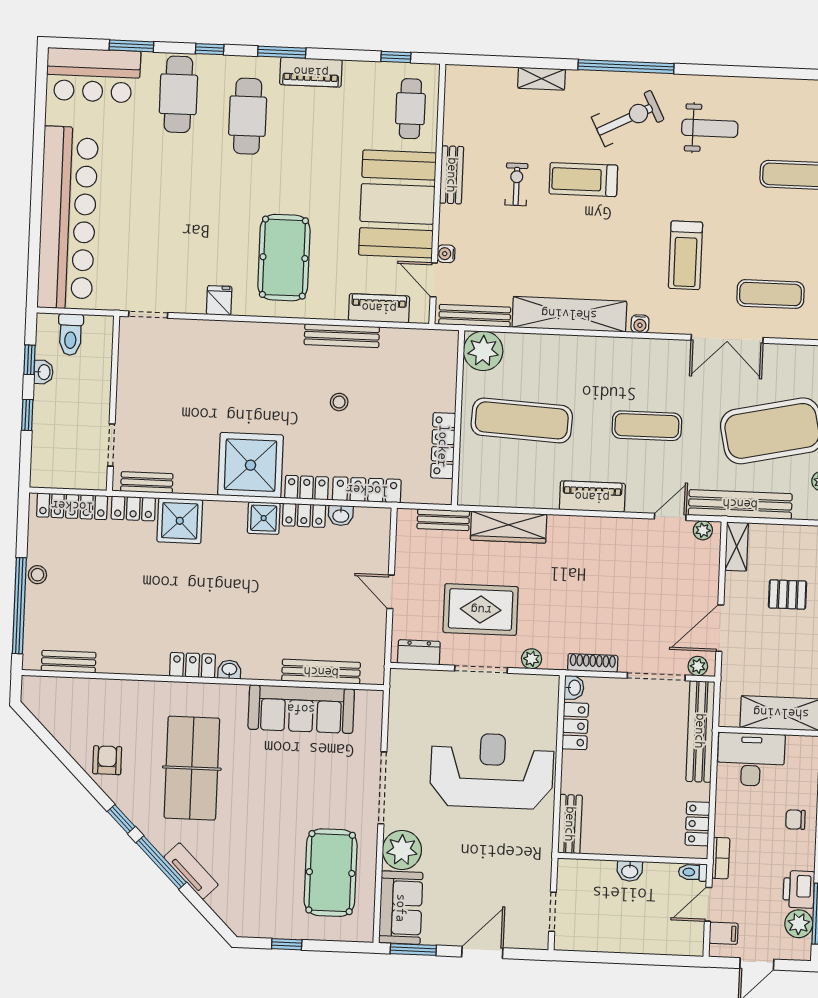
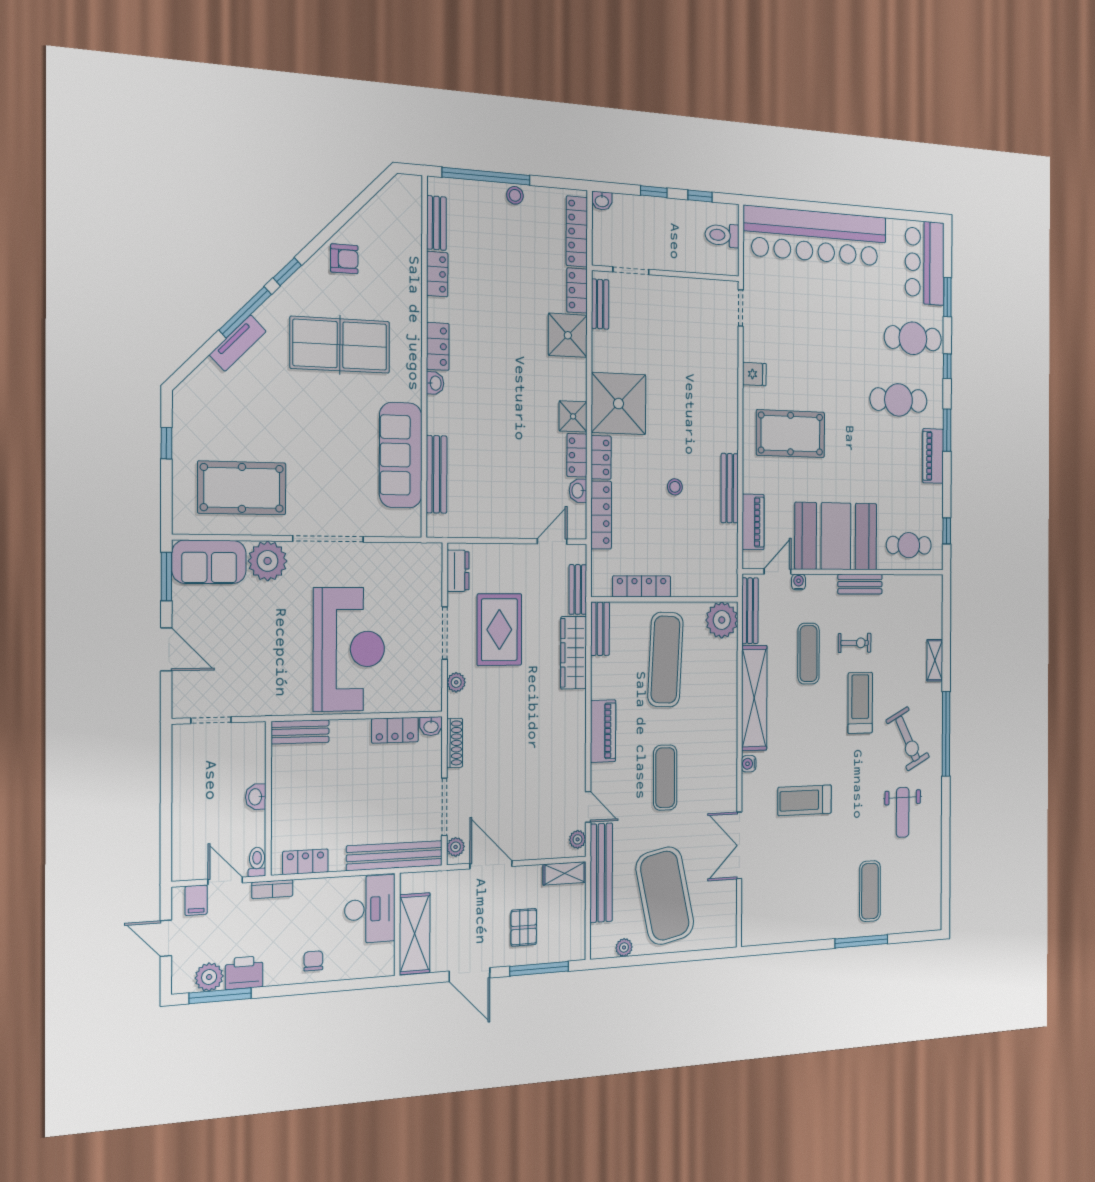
exercise mat: (771, 294) -> (809, 654), moved
washbasin: (44, 372) -> (602, 201), moved
bench: (485, 496) -> (600, 629), added
door: (391, 592) -> (552, 541), moved
locker: (120, 663) -> (437, 274), added

